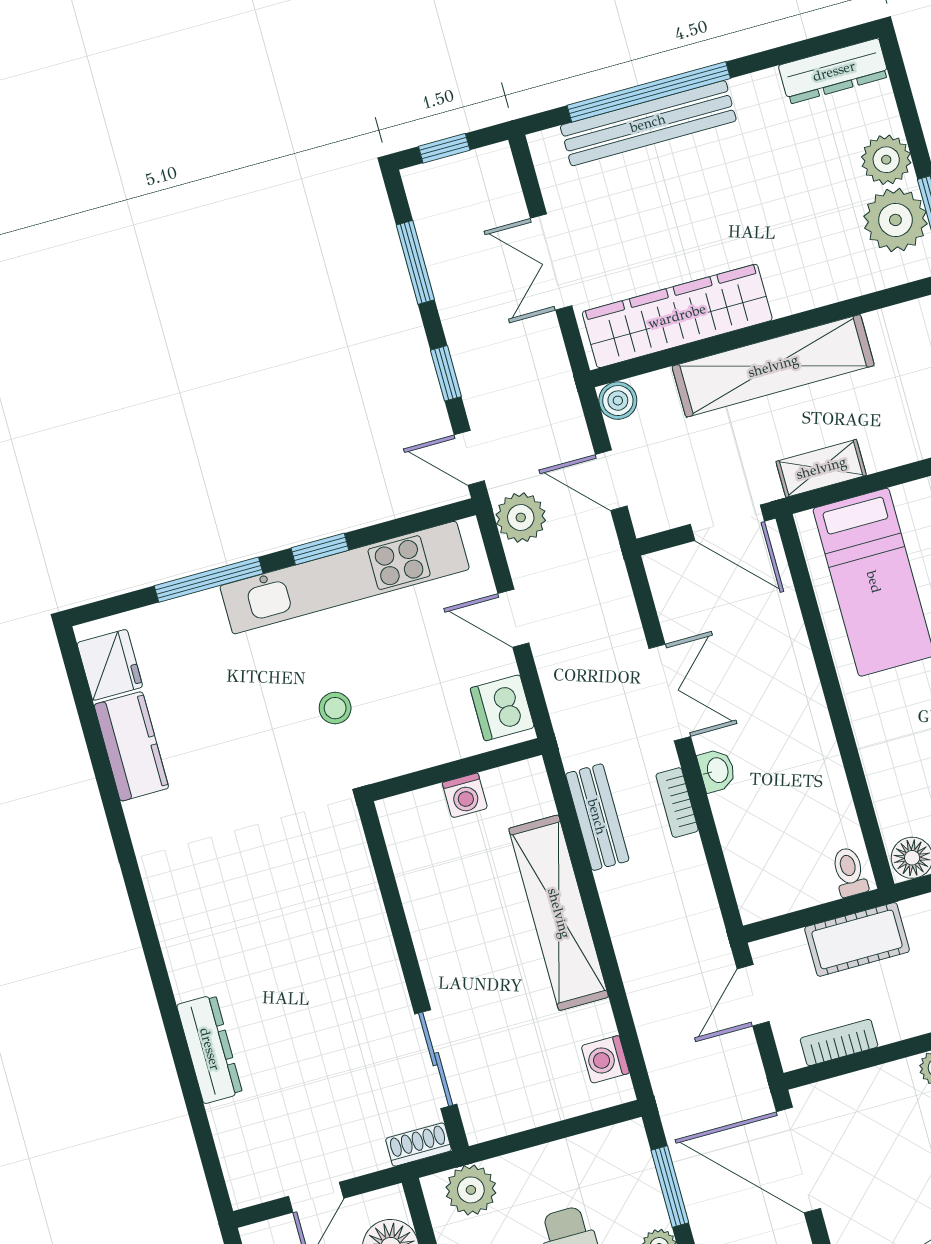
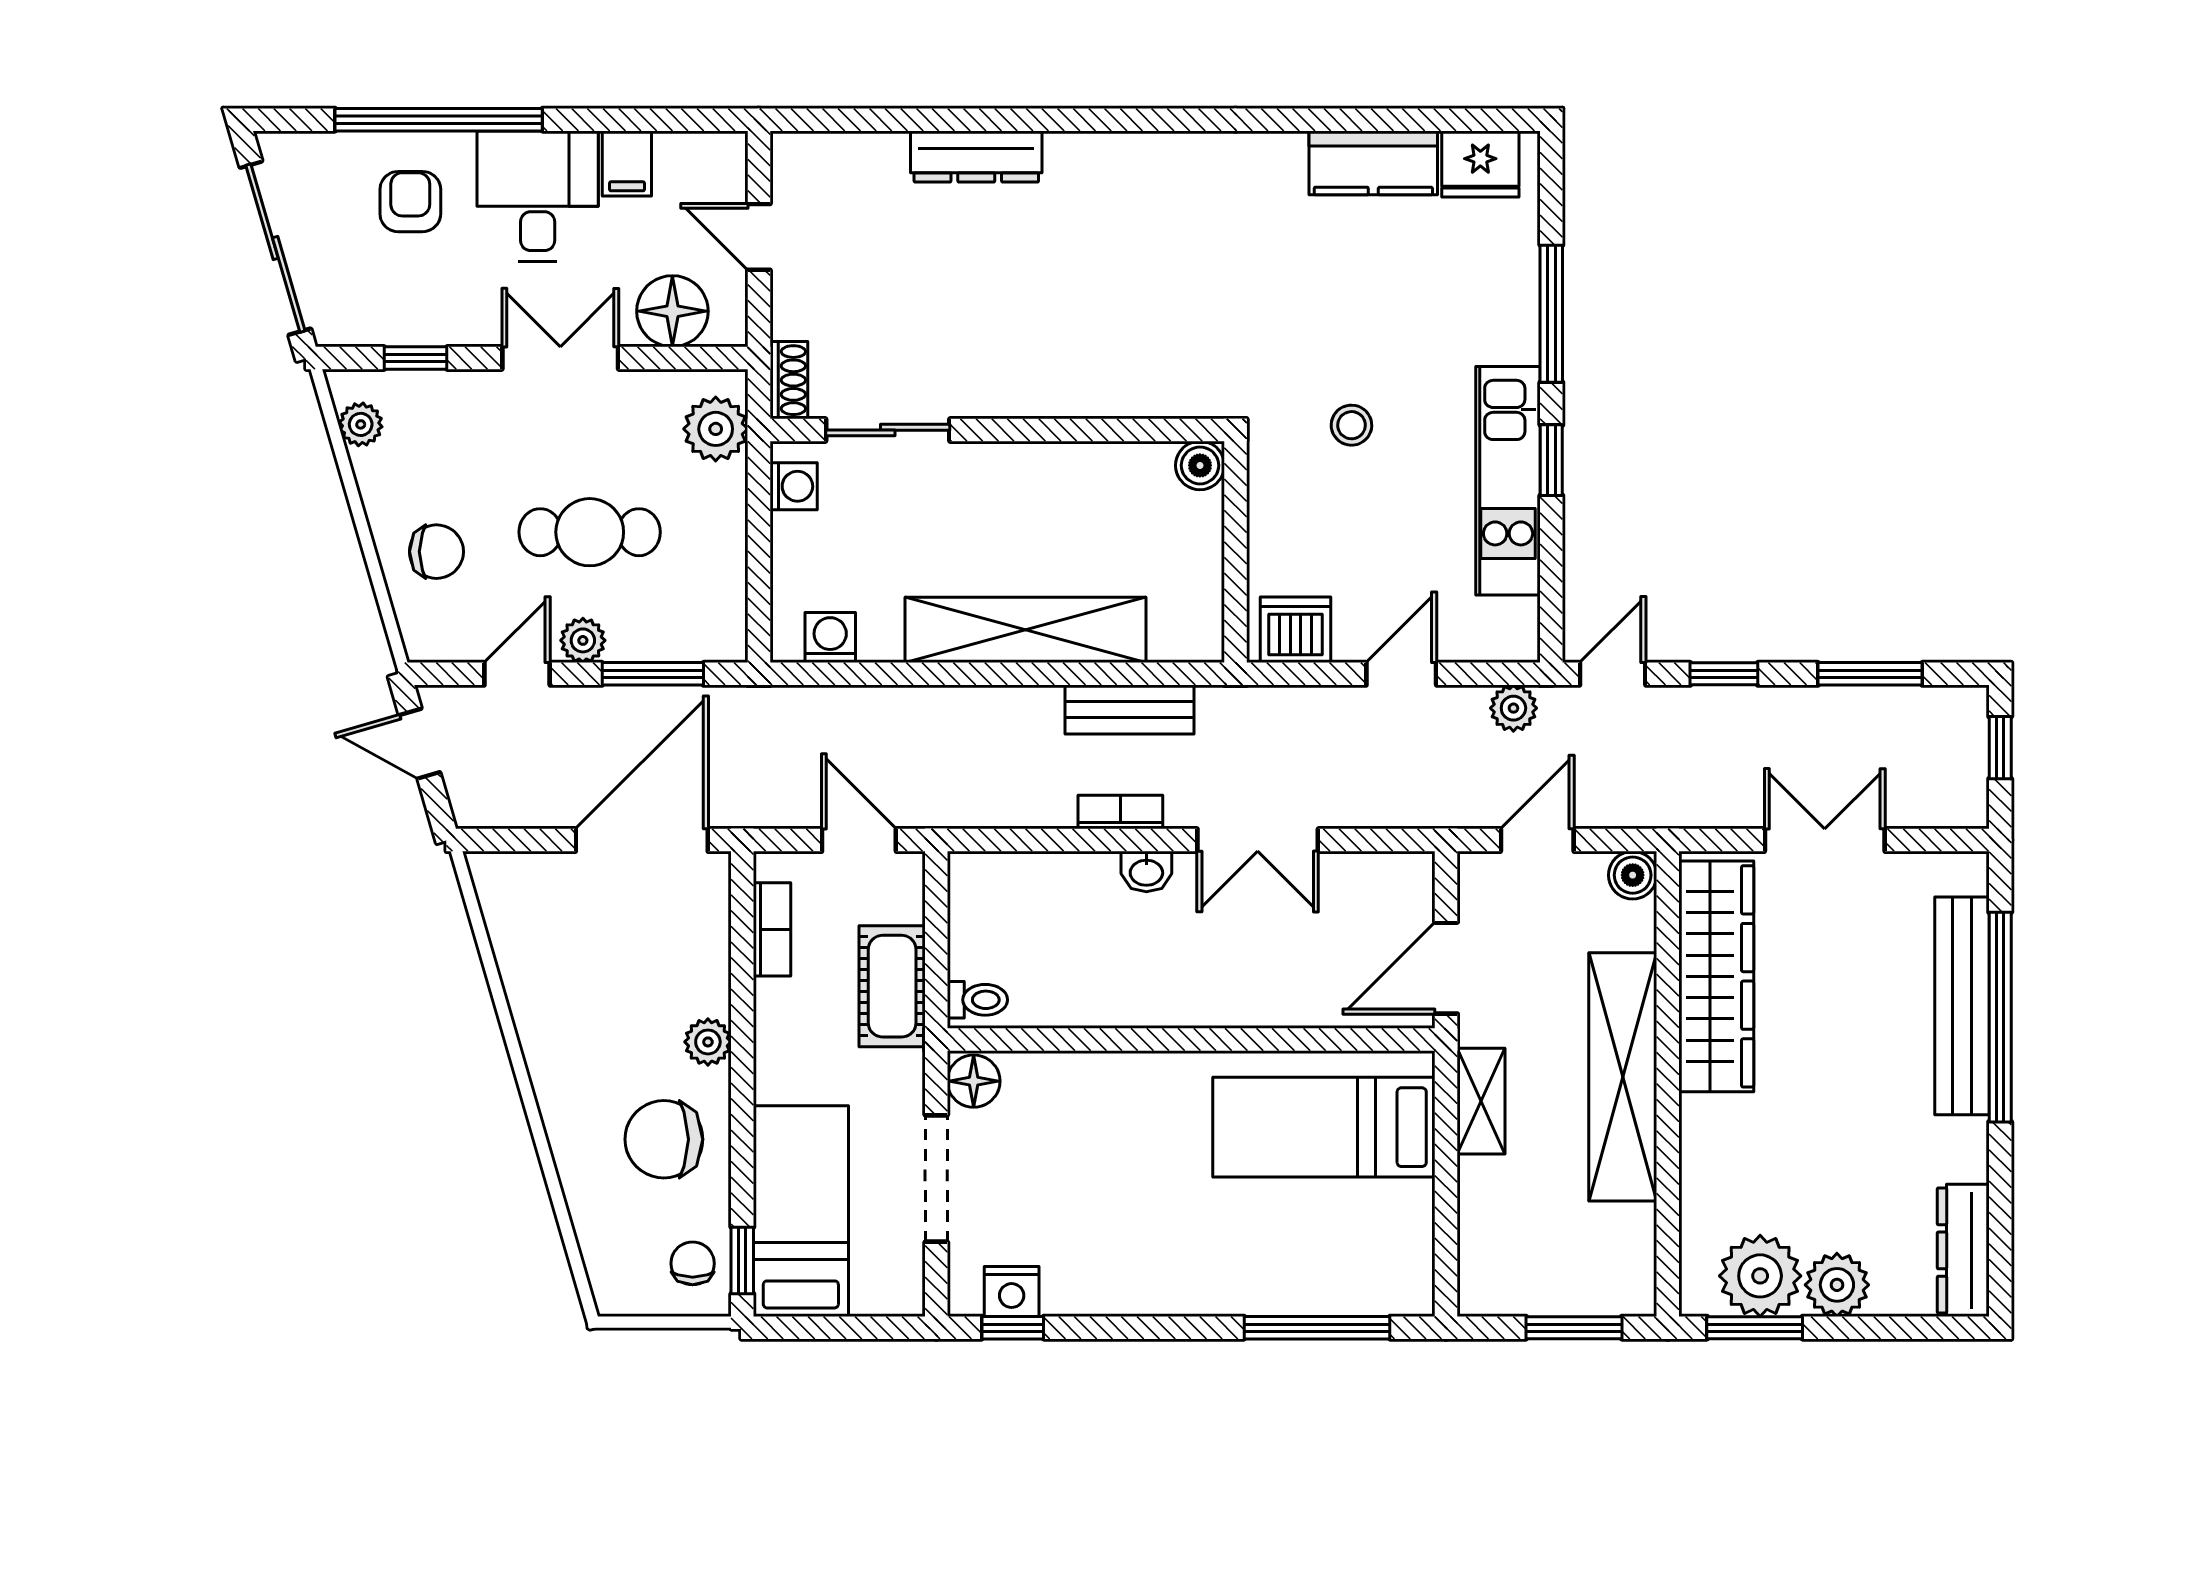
plant: (521, 517) -> (1513, 708), width x0.73, depth x0.73
kitchen unit: (345, 578) -> (1508, 481), width x0.73
washing machine: (465, 795) -> (794, 486), moved, turned 180
boiler: (397, 815) -> (1200, 465), added

